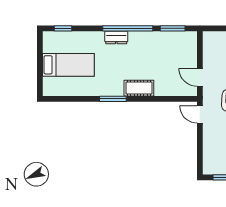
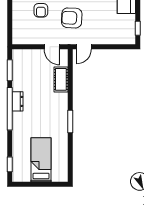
dresser: (116, 38) -> (18, 101), moved
door: (200, 77) -> (52, 47), hinge flipped
cot: (139, 88) -> (61, 79), moved

